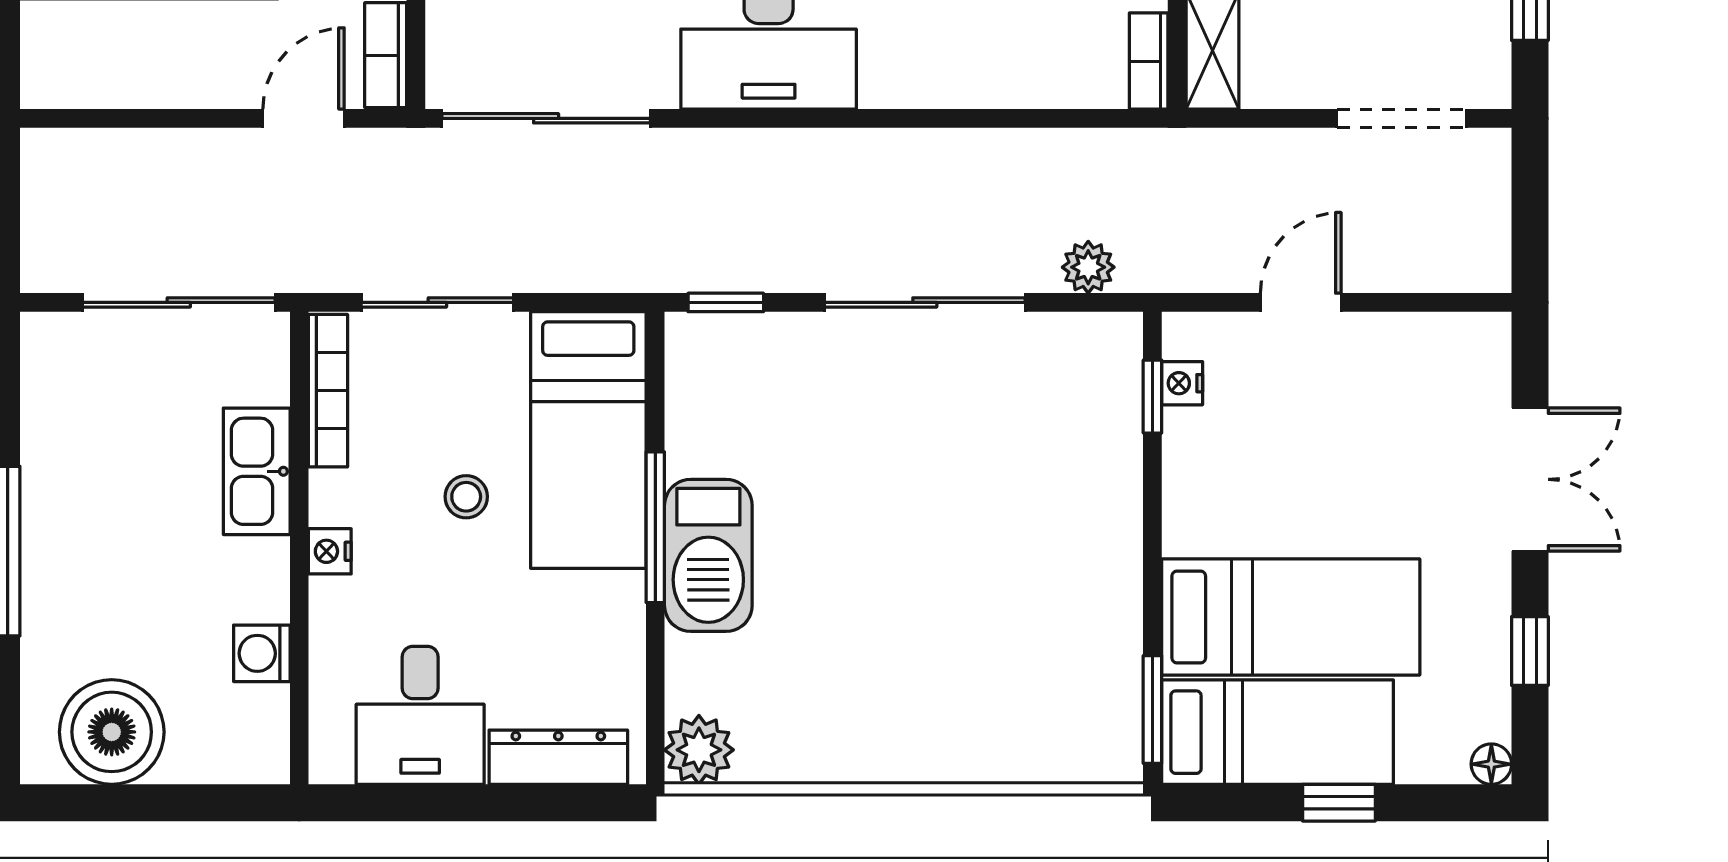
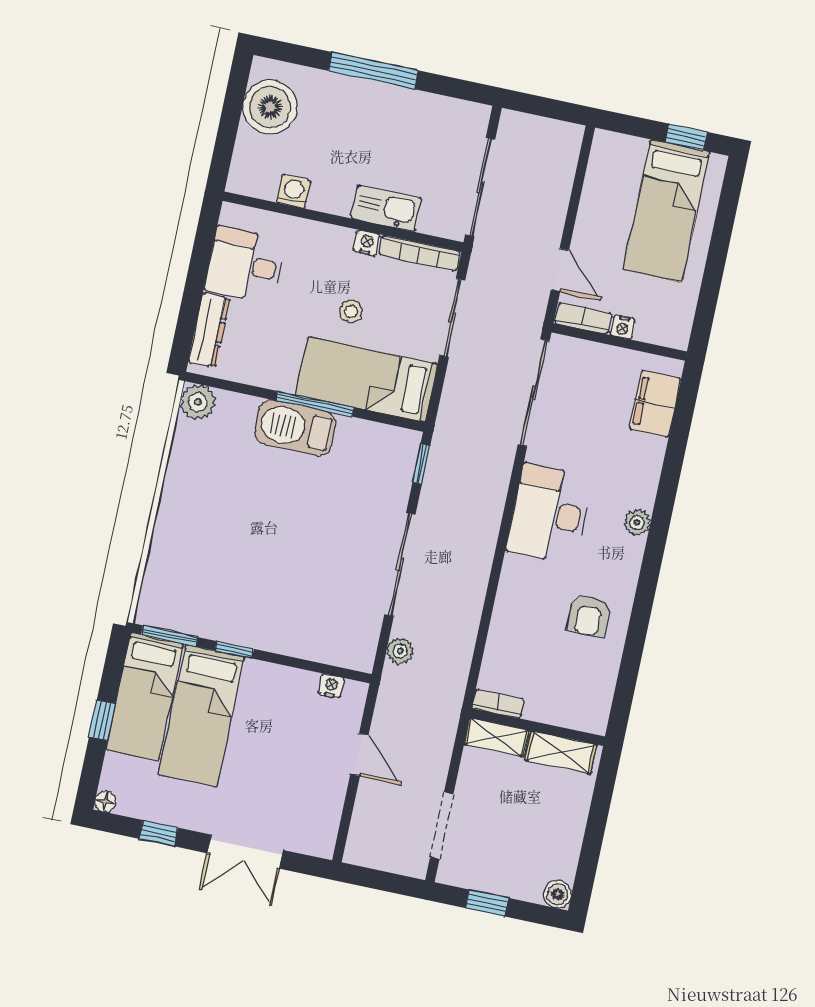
window: (1152, 397) -> (234, 650), moved
nightstand: (330, 551) -> (367, 243), moved

